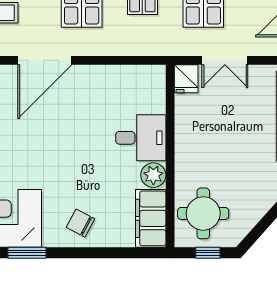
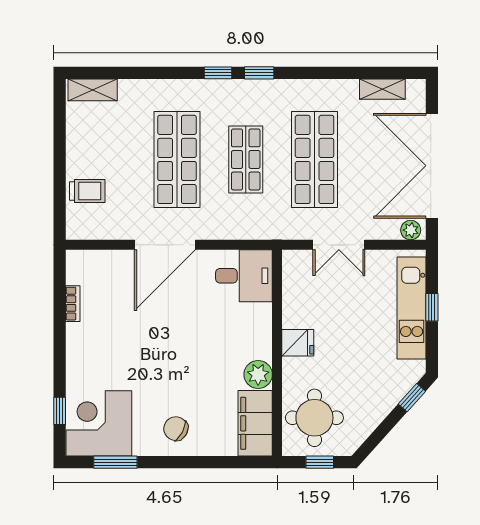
door: (45, 60) -> (165, 245), moved
fridge: (186, 79) -> (298, 343), moved, turned -90
desk: (141, 138) -> (244, 276), moved

